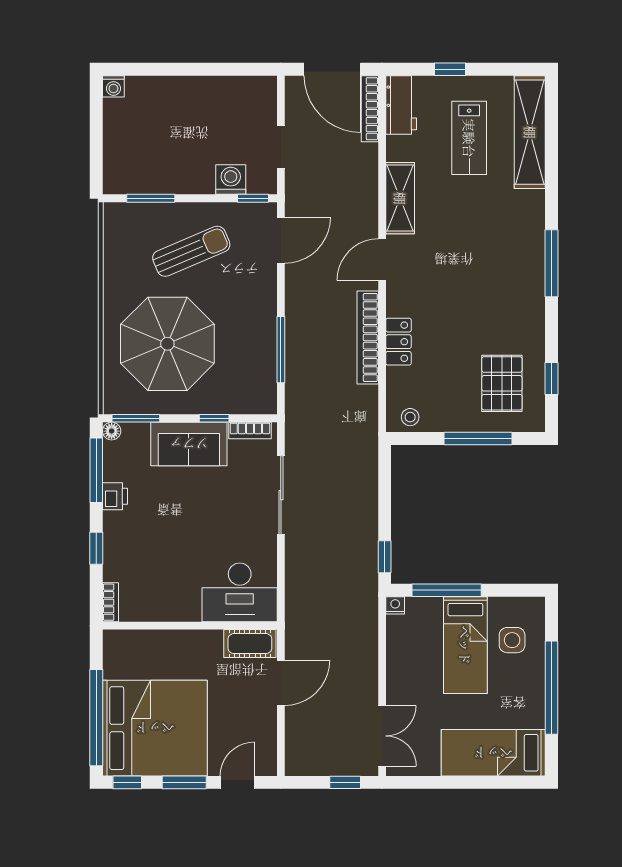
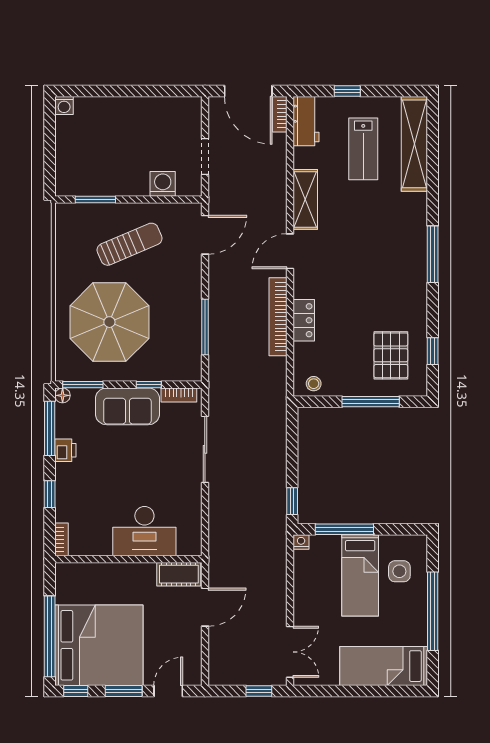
bookcase: (370, 109) -> (280, 114), width x0.64
window: (253, 198) -> (181, 200), removed
desk: (240, 592) -> (144, 531), moved

